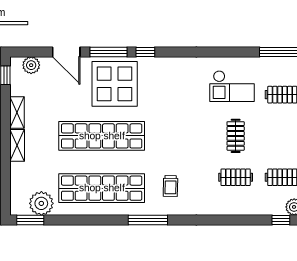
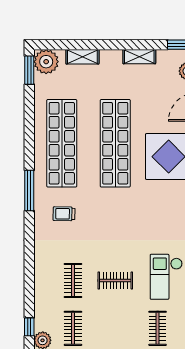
shelving: (17, 145) -> (82, 57), moved
plant: (41, 203) -> (46, 62), moved

